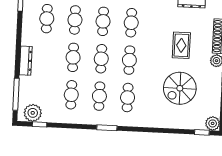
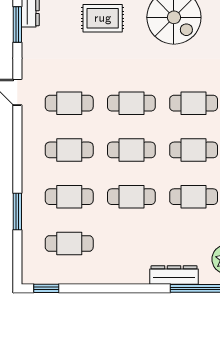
dresser: (26, 61) -> (174, 275), moved

